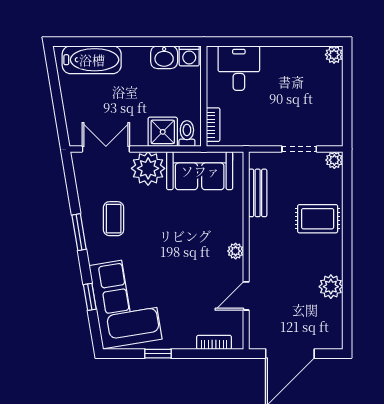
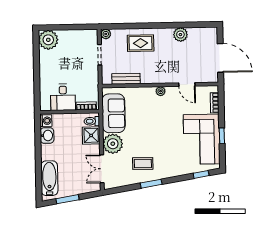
plant: (334, 55) -> (48, 40), width x1.88, depth x1.88
desk: (239, 68) -> (63, 97), moved, turned -90
window: (56, 90) -> (68, 199), added
rug: (318, 219) -> (141, 43), turned 90
window: (90, 297) -> (201, 174), moved
corner sofa: (126, 302) -> (202, 139), moved, turned -81

